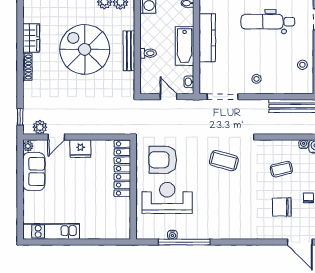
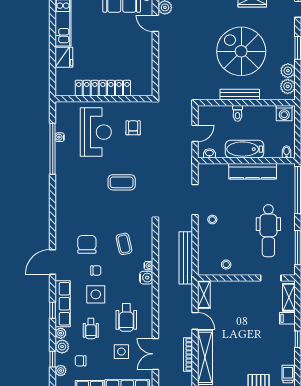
dental chair: (268, 22) -> (268, 231), turned 180
spiral stairs: (85, 49) -> (241, 51), turned -90
doorway: (223, 97) -> (195, 200), moved
fridge: (80, 149) -> (64, 57), moved, turned 180
armchair: (163, 160) -> (133, 128), width x0.53, depth x0.53
coffee table: (224, 161) -> (122, 182), moved, turned 75
locker: (122, 169) -> (103, 88), moved

